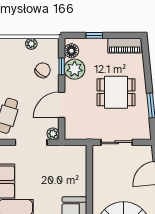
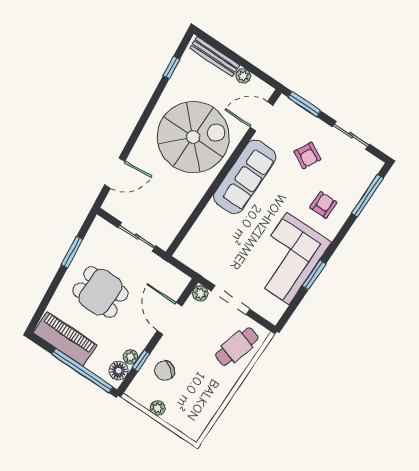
window: (94, 35) -> (82, 371), width x3.17
piano: (124, 46) -> (65, 339), width x1.37, depth x1.33
plant: (75, 69) -> (131, 357), width x0.53, depth x0.53
door: (62, 105) -> (169, 319), swing flipped

